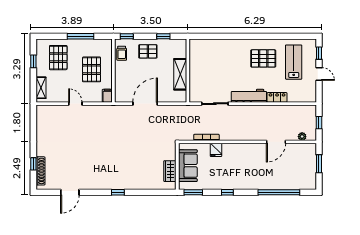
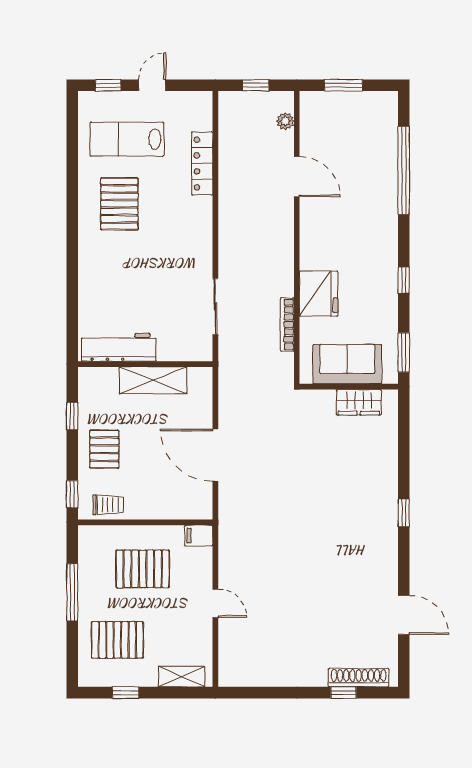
workbench: (249, 96) -> (119, 347), moved, turned 90
locker: (277, 97) -> (202, 163), width x1.53
door: (75, 104) -> (215, 603), swing flipped
fridge: (216, 150) -> (319, 294), width x1.88, depth x1.34

